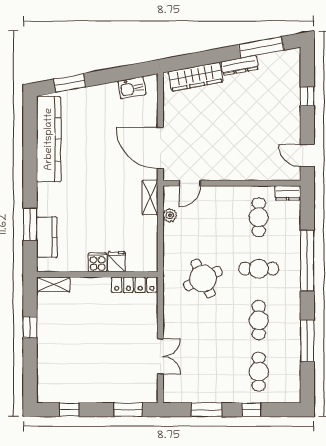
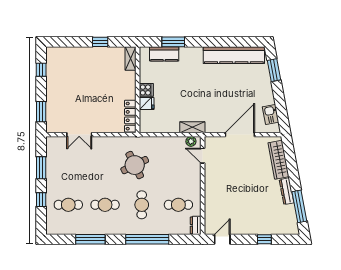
door: (160, 148) -> (240, 135), moved
plant: (170, 215) -> (191, 141), moved

